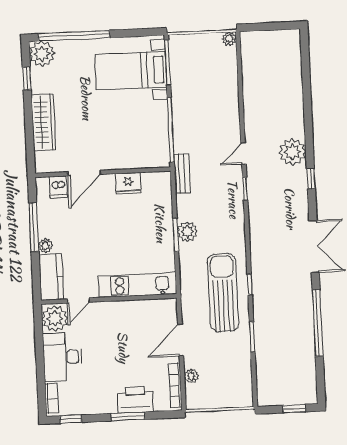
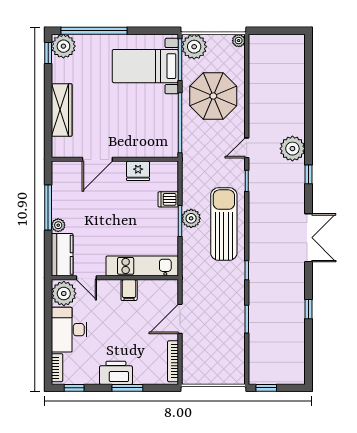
window: (27, 78) -> (48, 53), moved
parasol: (205, 99) -> (213, 96), added
bench: (182, 173) -> (189, 164), removed
dishwasher: (58, 187) -> (168, 199), moved, turned 90
sun lounger: (223, 293) -> (224, 224), moved
door: (78, 301) -> (86, 278), hinge flipped
filing cabinet: (125, 312) -> (129, 290), added
window: (318, 323) -> (308, 309), width x0.32
plant: (191, 376) -> (194, 47), moved, width x1.87, depth x1.87
printer: (135, 400) -> (116, 373), moved
window: (294, 409) -> (266, 388), moved

